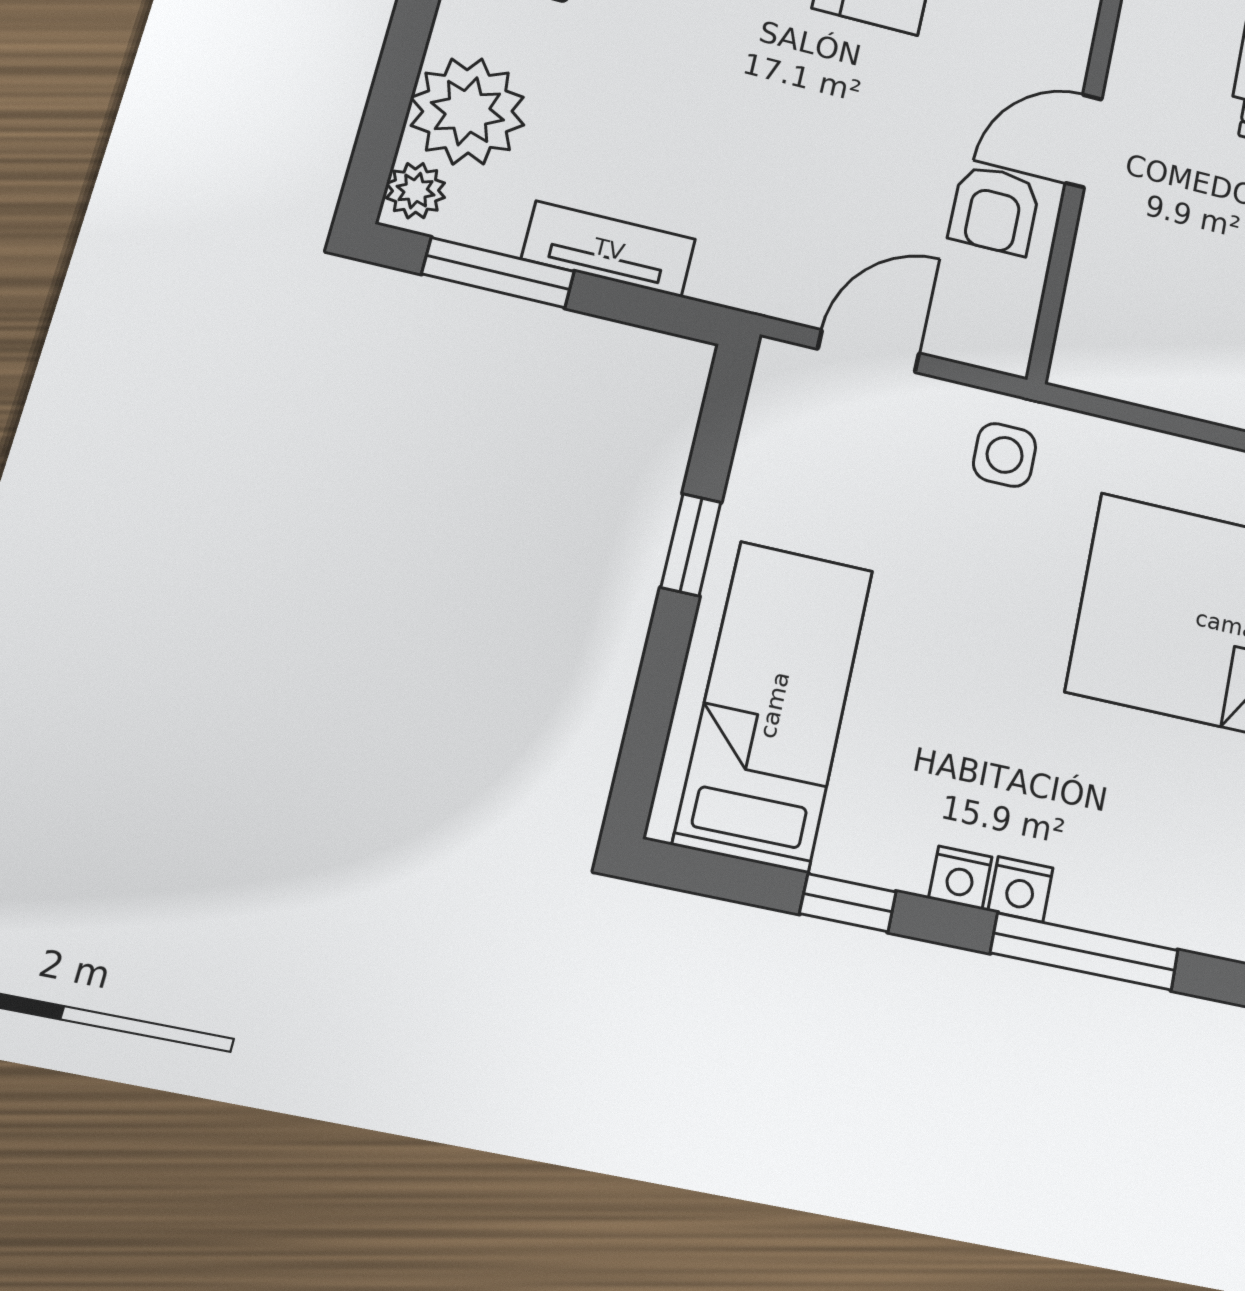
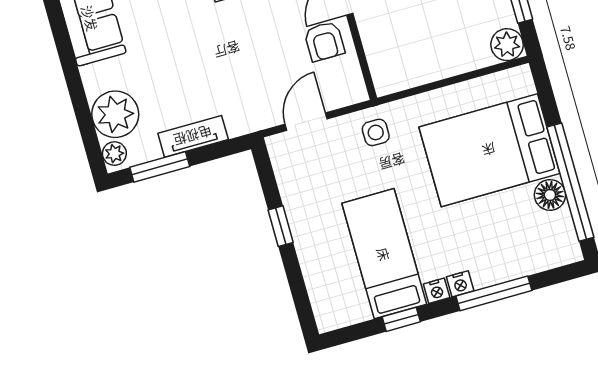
bed: (774, 705) -> (384, 254), moved

